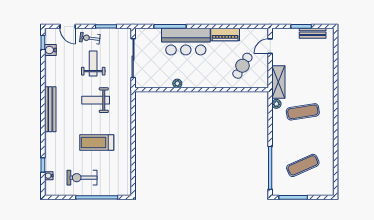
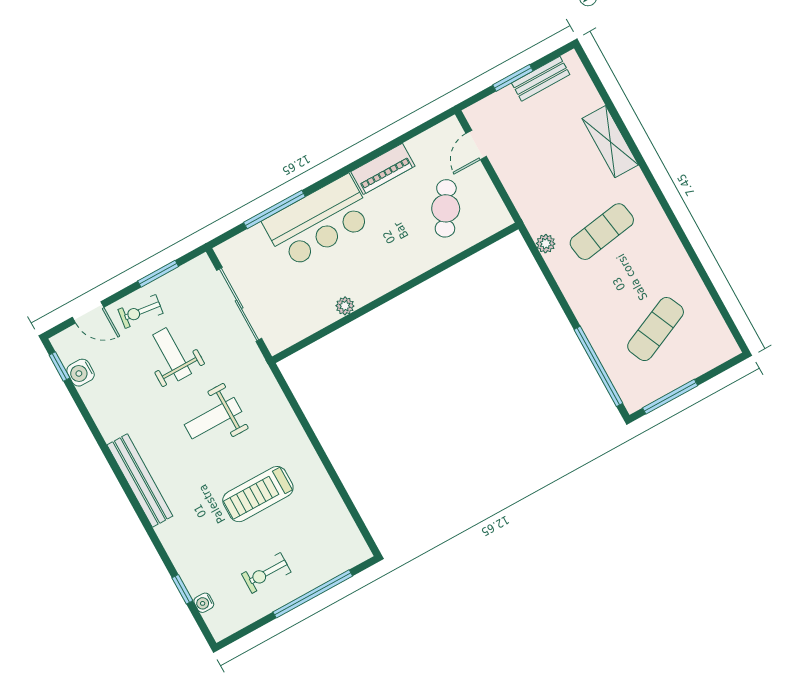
shelving: (278, 82) -> (610, 142), moved
exercise bike: (82, 178) -> (266, 573), width x0.73, depth x0.72

